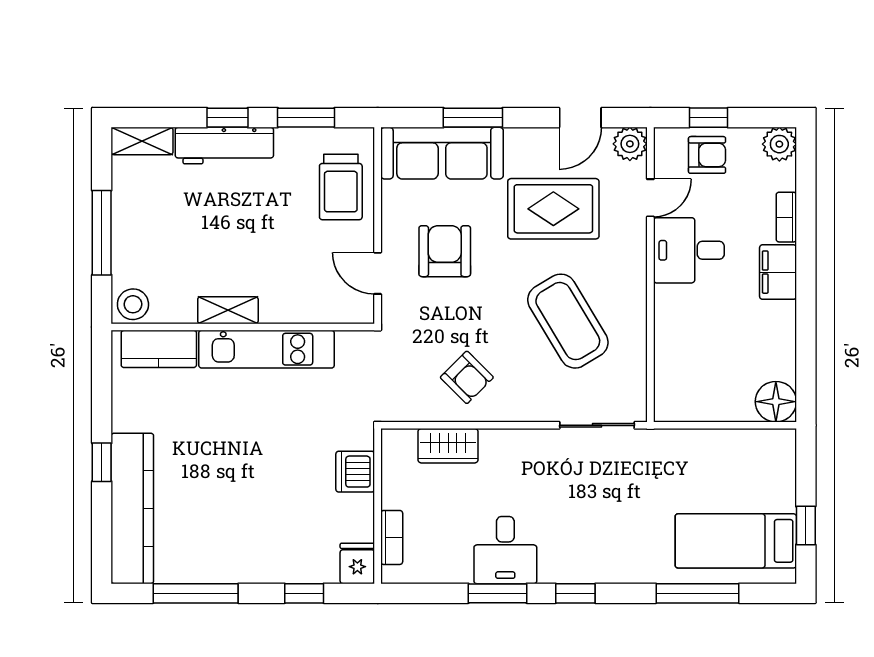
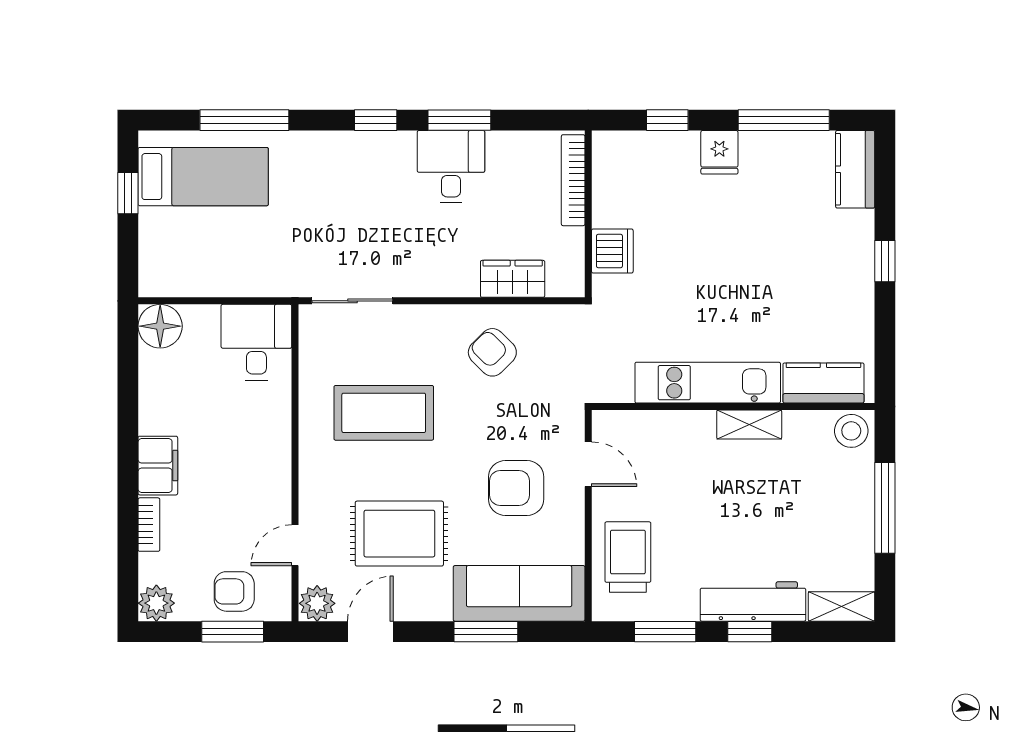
window: (708, 118) -> (233, 632), width x1.50
desk: (689, 250) -> (256, 342), moved, turned -90
armchair: (445, 251) -> (516, 488), turned 90
coffee table: (568, 321) -> (384, 413), turned -59
kitchen counter: (132, 508) -> (855, 169), width x0.48, depth x0.86
bookcase: (392, 537) -> (573, 180), width x1.56
fridge: (357, 563) -> (719, 152), moved

